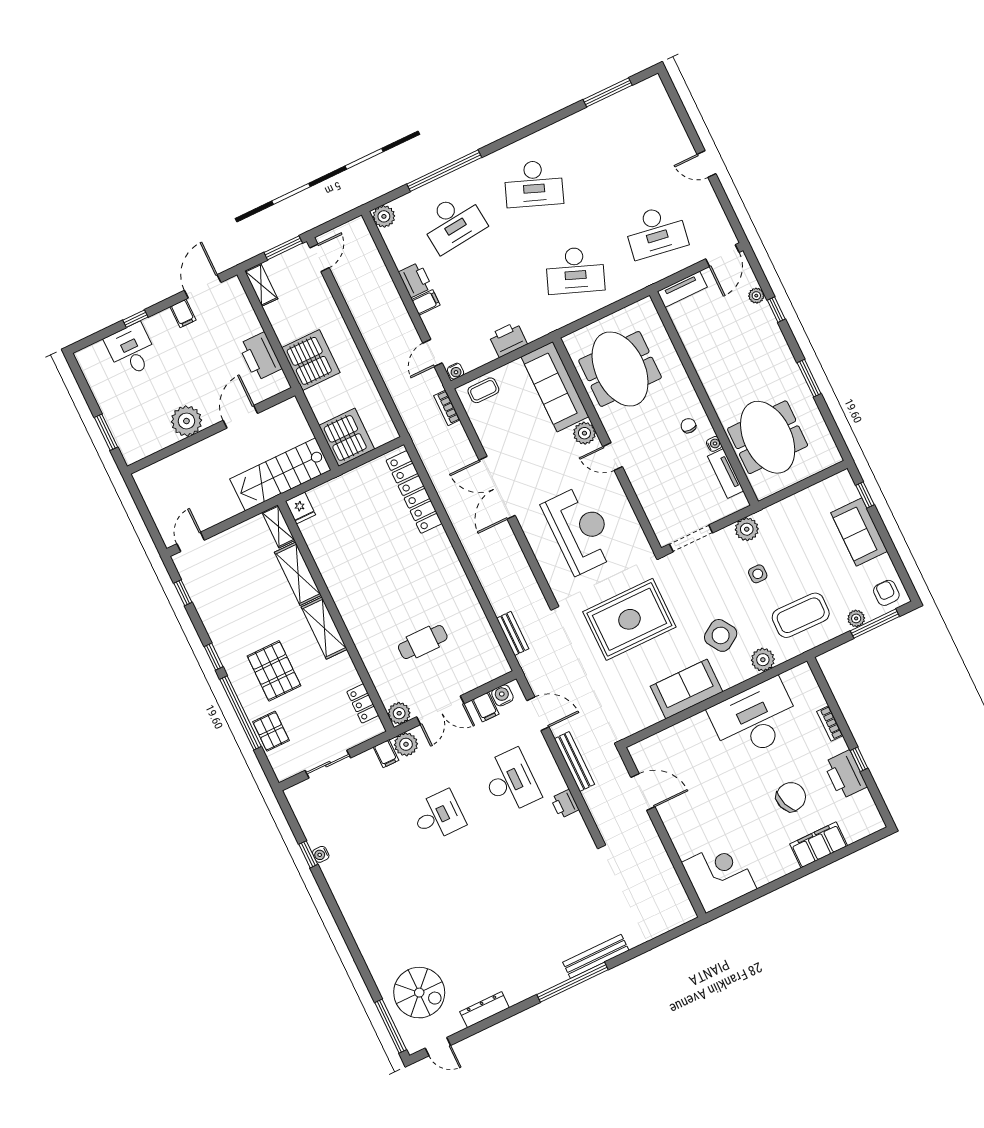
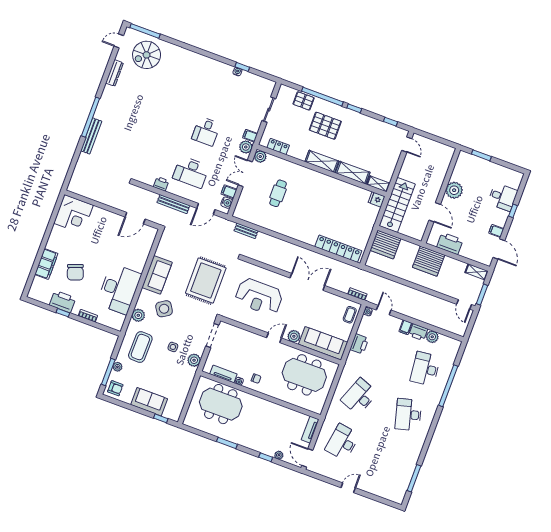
desk: (534, 184) -> (408, 415), turned -36
plant: (384, 216) -> (432, 337), moved

